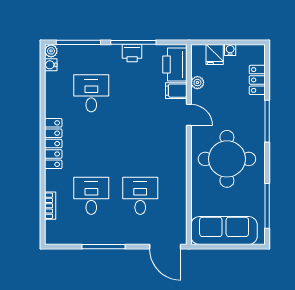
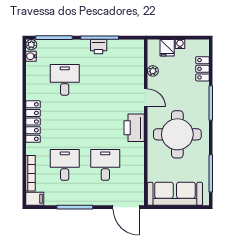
printer: (175, 65) -> (134, 128), moved
filing cabinet: (176, 91) -> (35, 199), moved, turned 180
bookcase: (50, 206) -> (31, 173), width x1.56

